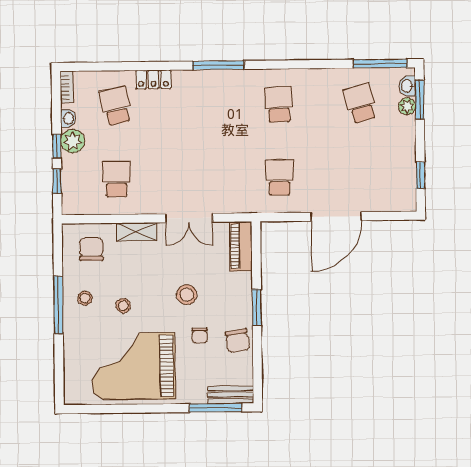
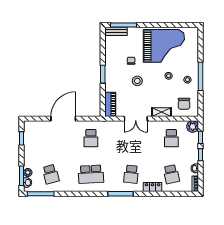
school desk: (279, 104) -> (91, 174), width x1.85
school desk: (197, 105) -> (131, 174), added
plant: (73, 141) -> (193, 127), moved
double door: (189, 218) -> (136, 119), swing flipped
chair: (237, 341) -> (112, 58), removed

